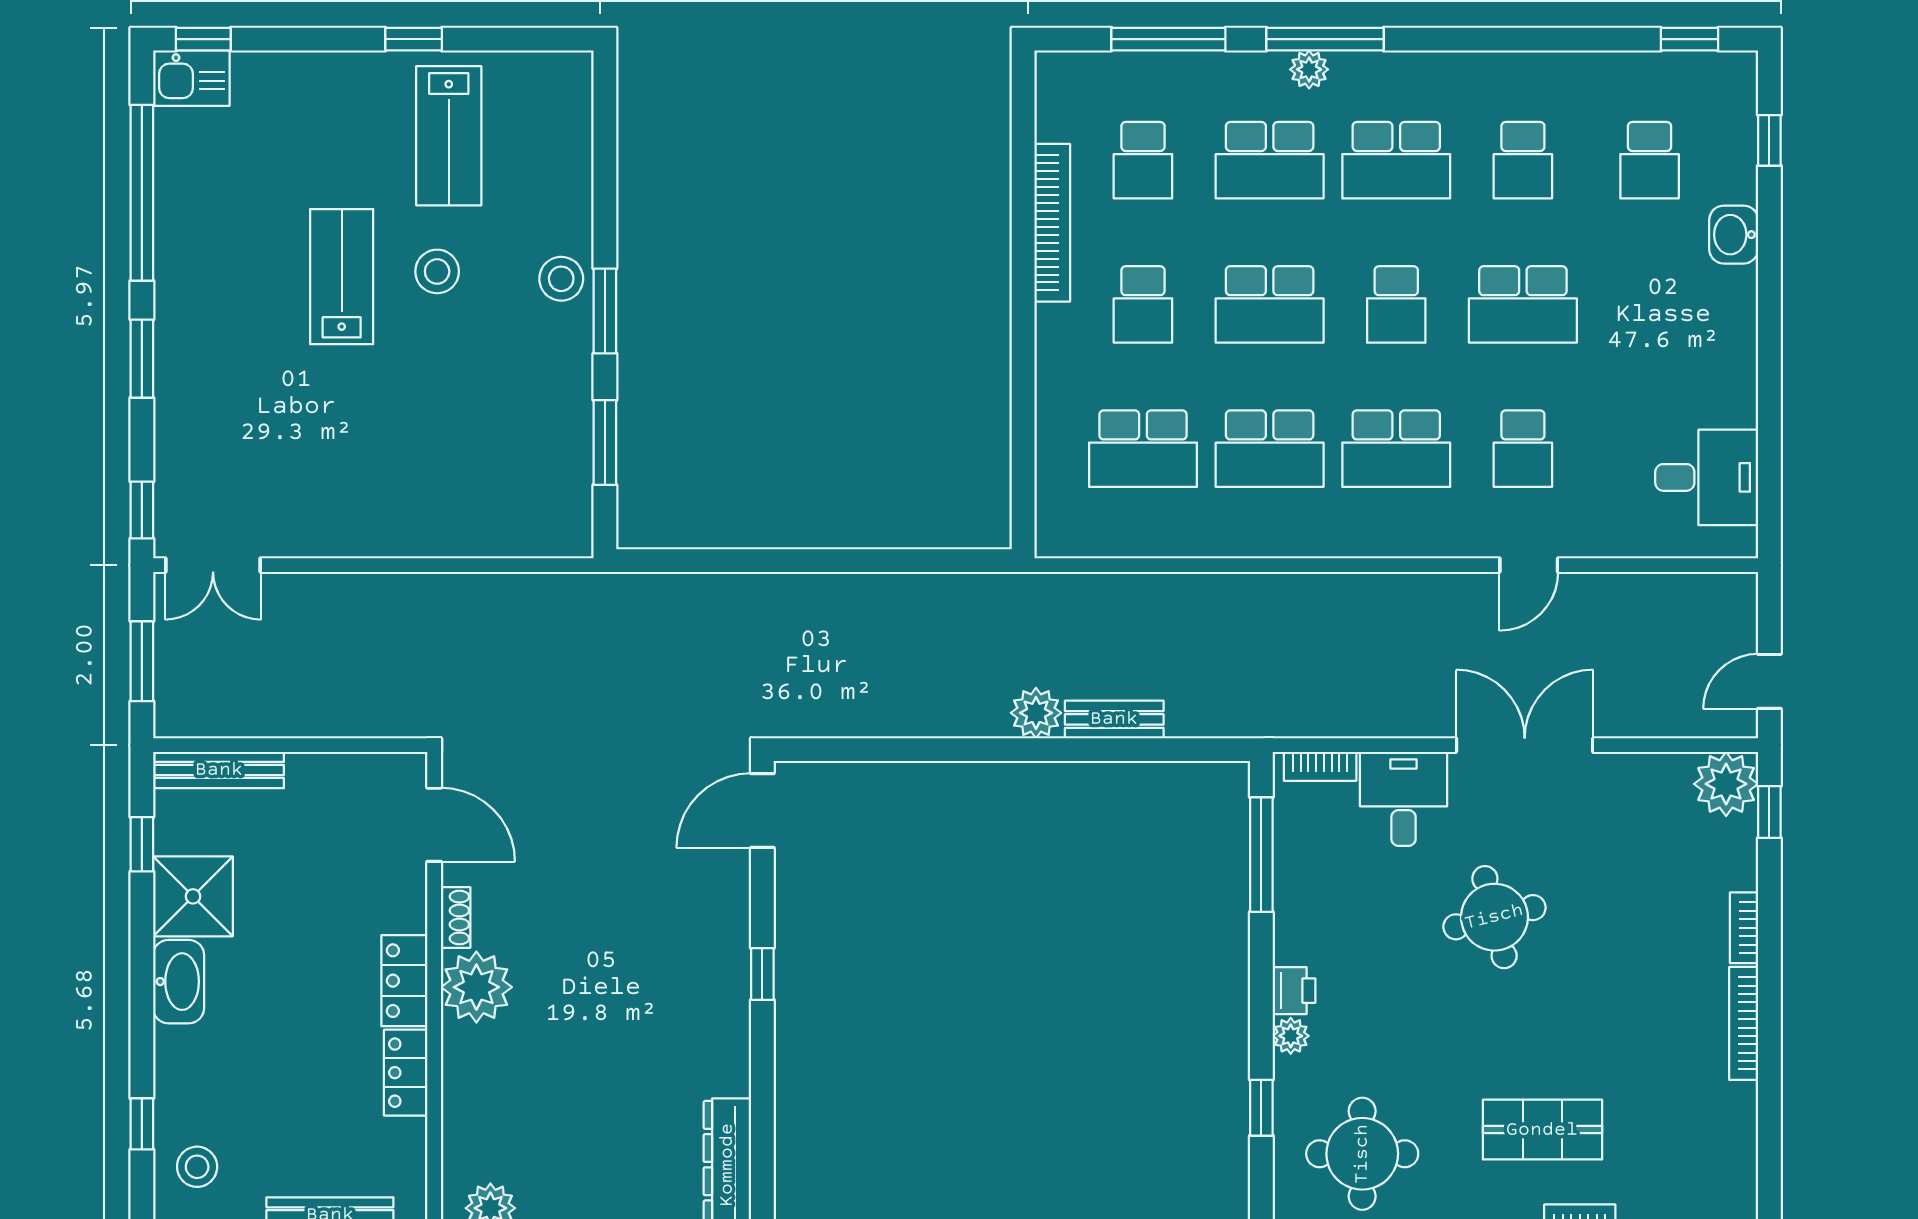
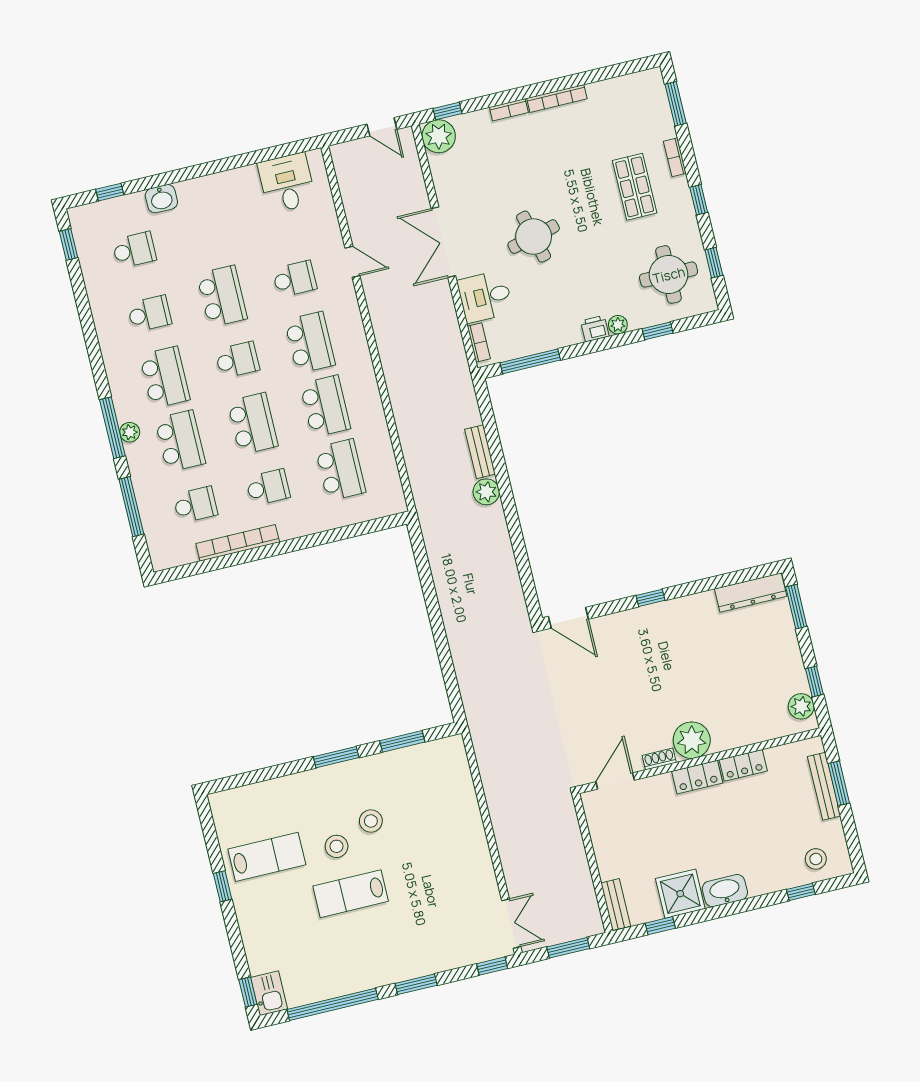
stool: (561, 279) -> (371, 821), moved
bench: (219, 770) -> (616, 905), width x0.73

